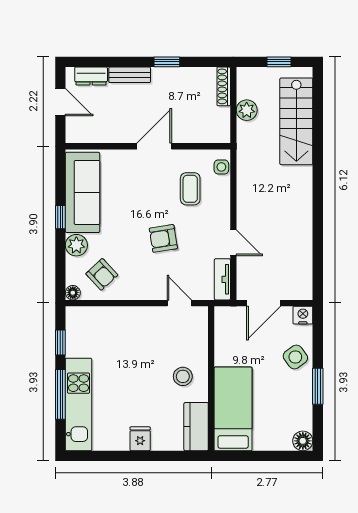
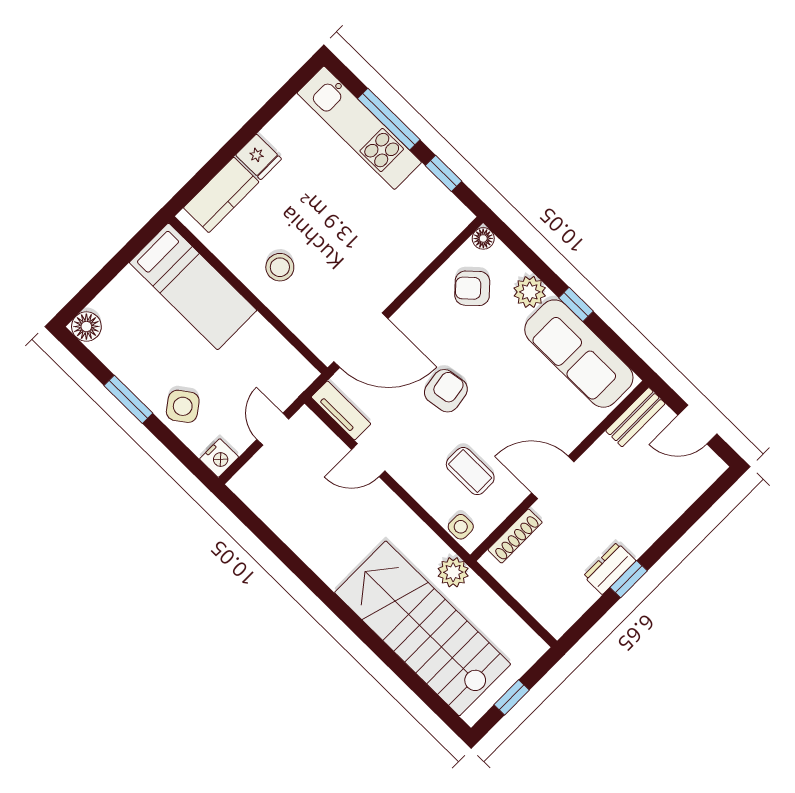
bench: (130, 75) -> (635, 417), moved
dresser: (91, 76) -> (610, 568), moved
shoe rack: (224, 86) -> (515, 536), moved, turned 90
plant: (247, 110) -> (453, 572), moved
stairs: (296, 121) -> (423, 628), width x1.36, depth x1.51
door: (154, 146) -> (553, 477), swing flipped
door: (179, 303) -> (361, 340), width x1.87
door: (264, 303) -> (273, 429), width x0.73
kitchen counter: (196, 427) -> (221, 195), moved, turned 90

